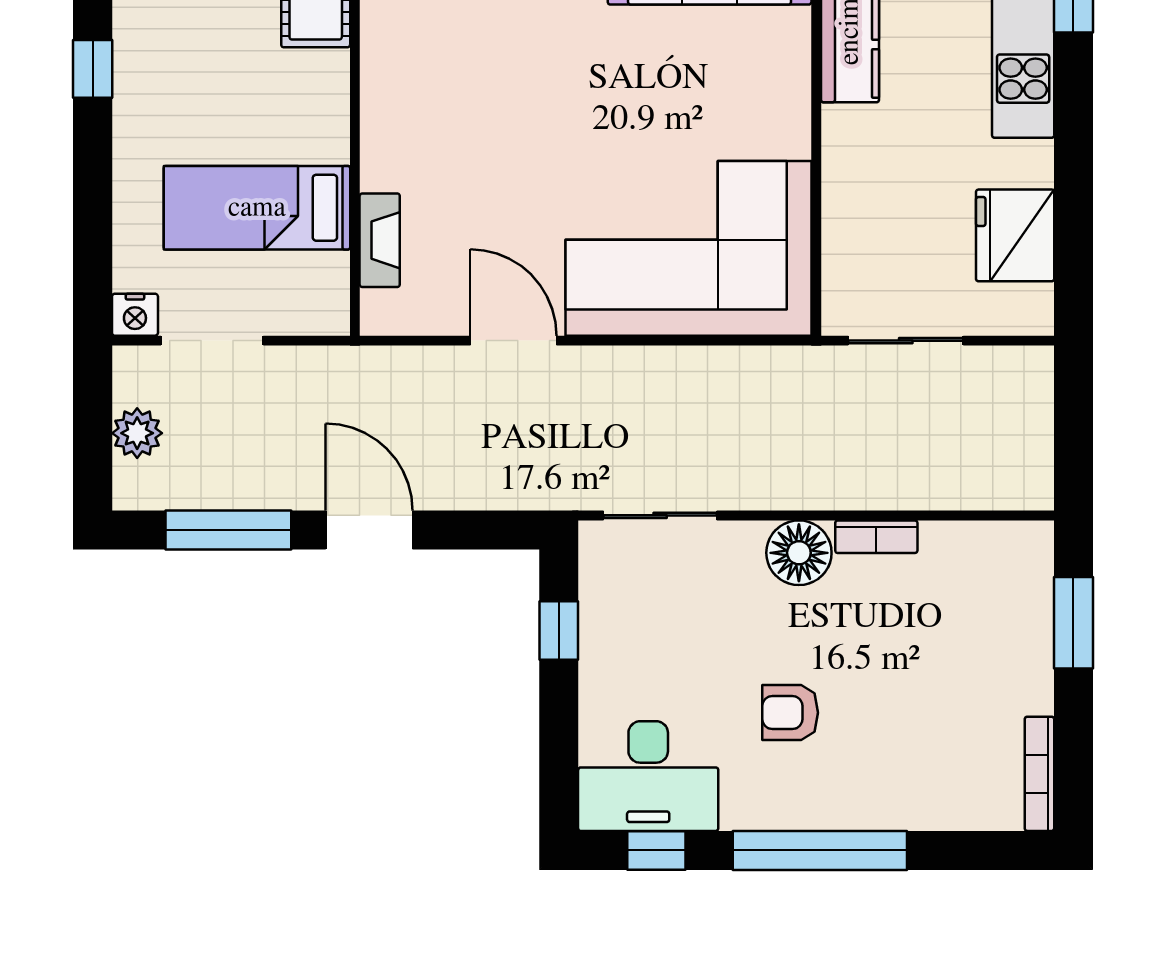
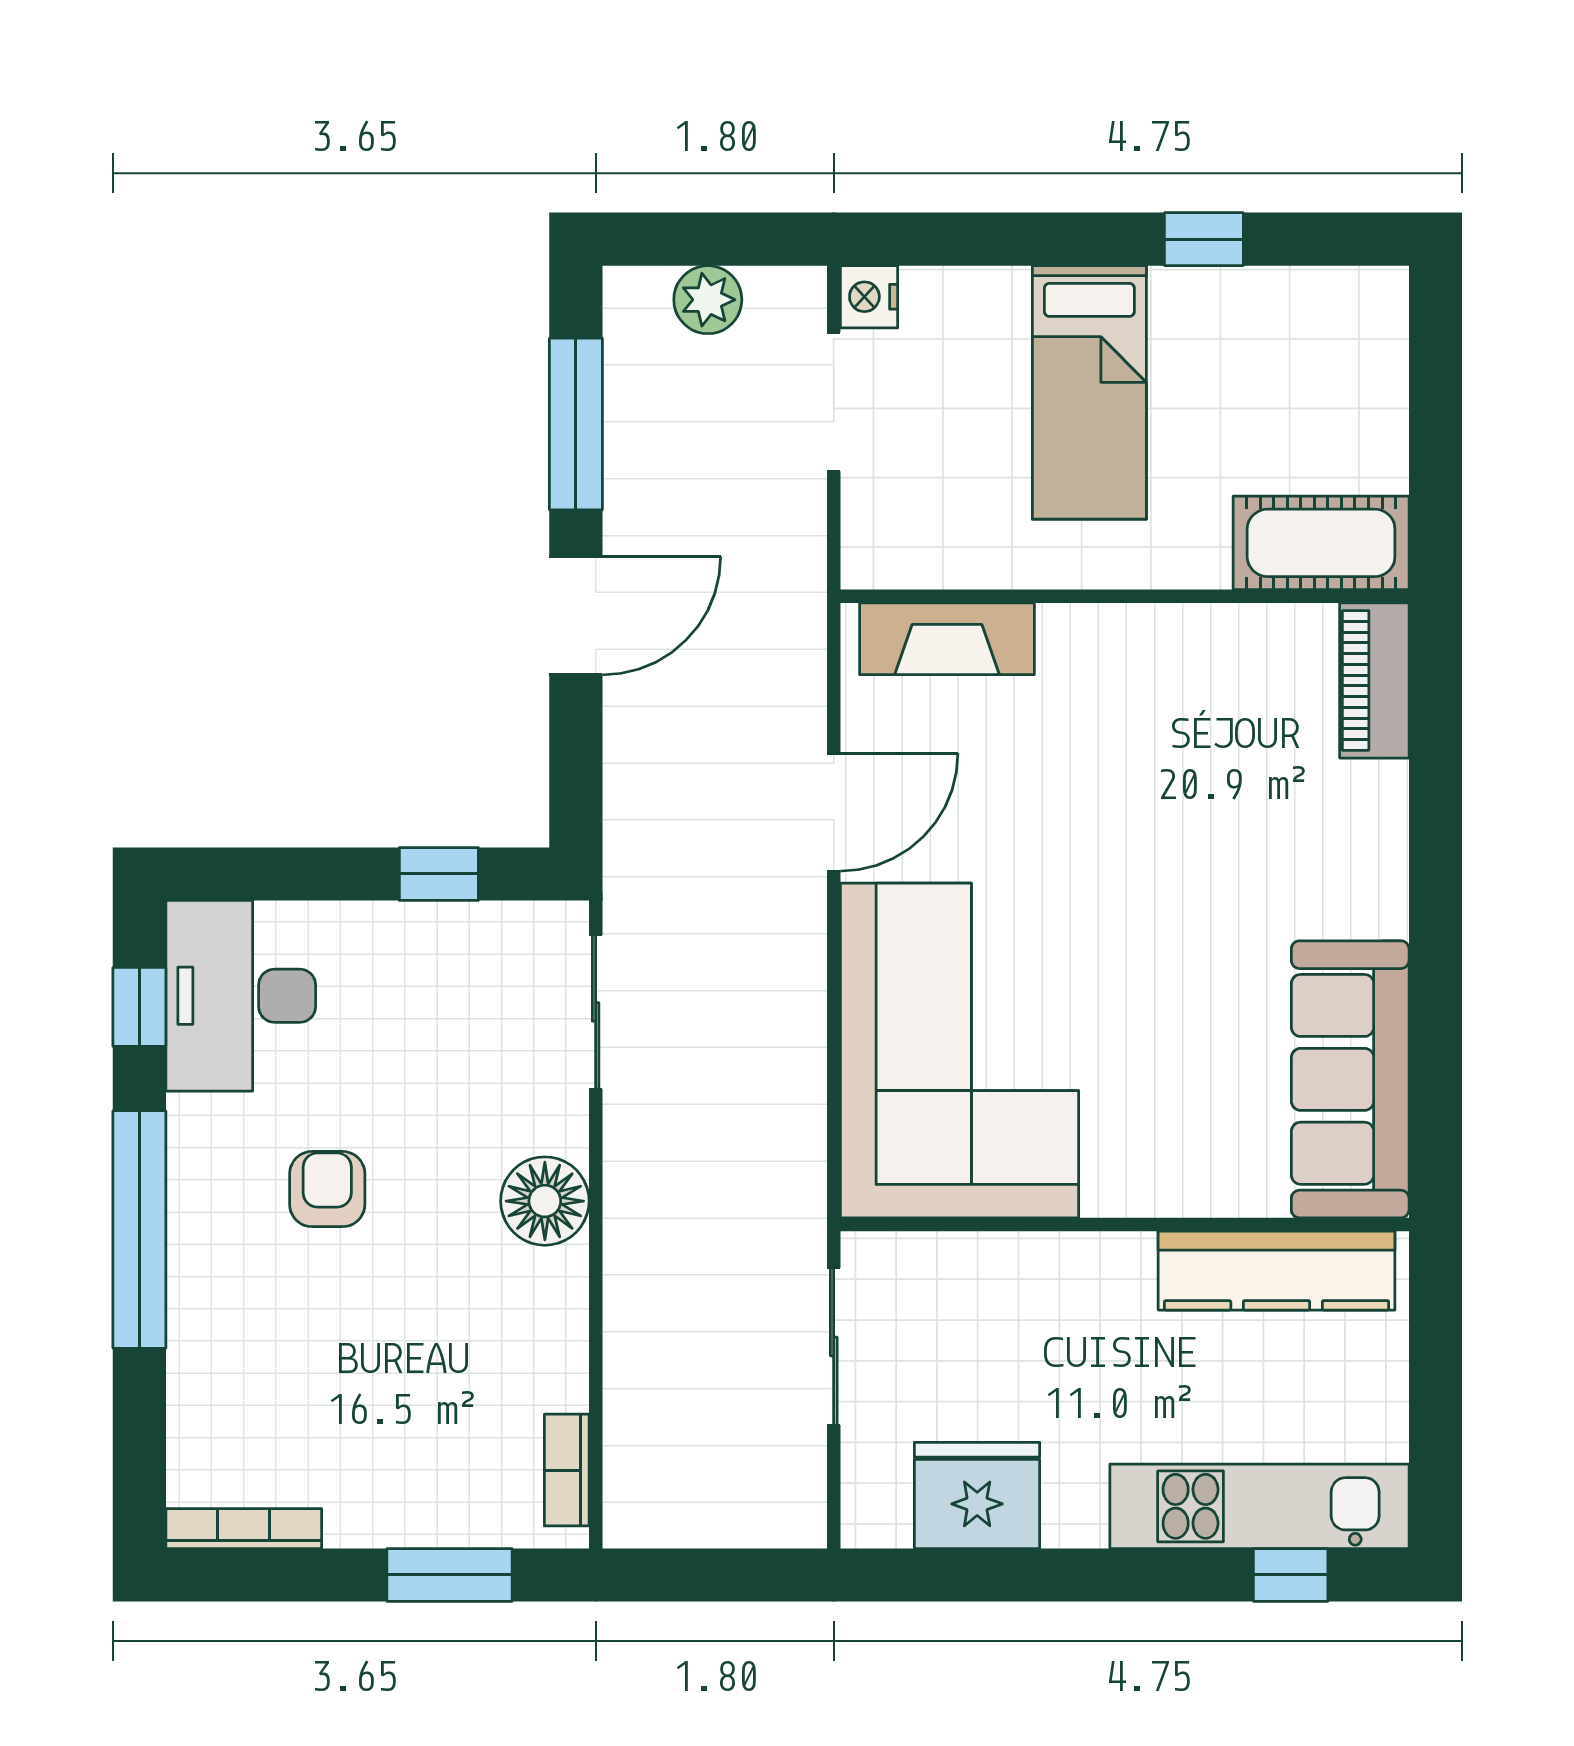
bed: (257, 208) -> (1089, 392), moved, turned 180
fireplace: (380, 240) -> (947, 639), width x1.37, depth x1.32
bookcase: (876, 537) -> (567, 1470), moved

